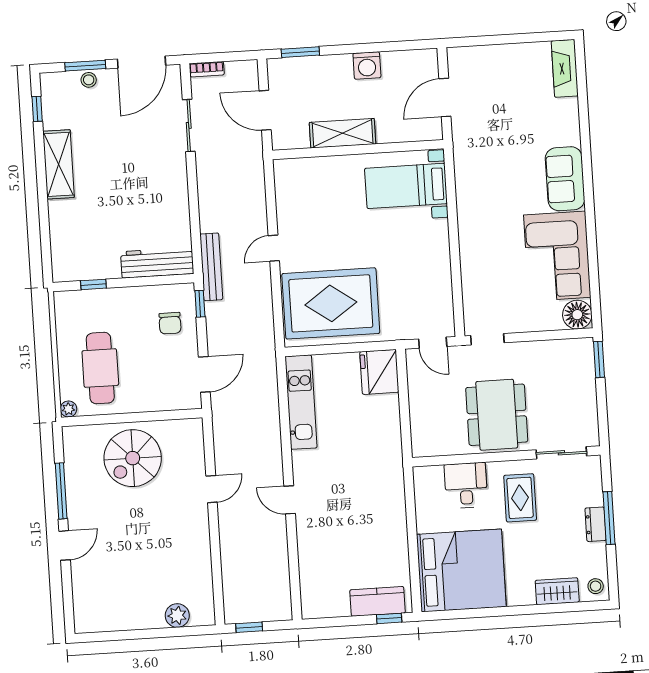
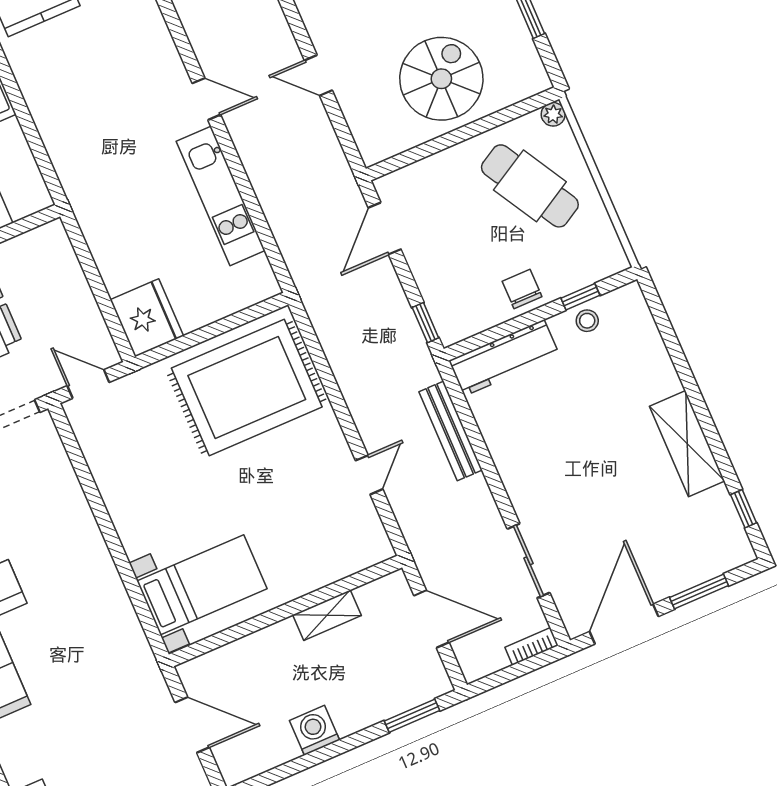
stool: (89, 80) -> (587, 321), moved
door: (445, 98) -> (192, 725), hinge flipped
shelving: (343, 133) -> (327, 615), width x0.67, depth x0.75
door: (274, 248) -> (369, 475), moved
bench: (211, 267) -> (451, 431), moved
chair: (170, 323) -> (522, 289), moved
cafe table: (100, 368) -> (530, 186), turned -30
kitchen unit: (301, 402) -> (221, 196), moved
door: (212, 489) -> (318, 75), hinge flipped

